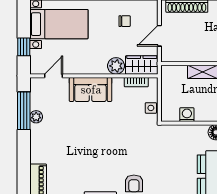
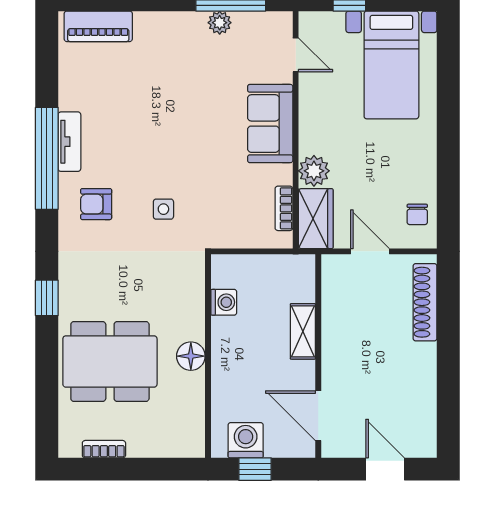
chair: (125, 21) -> (417, 214), moved
side table: (151, 108) -> (163, 209), moved

